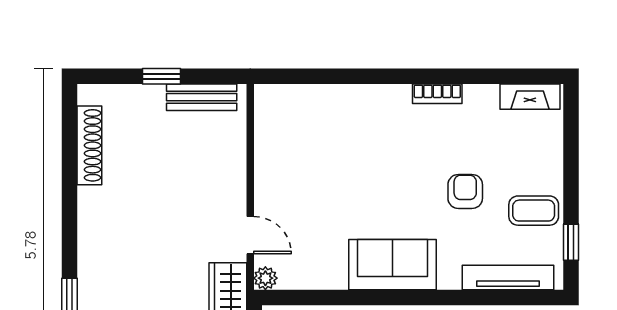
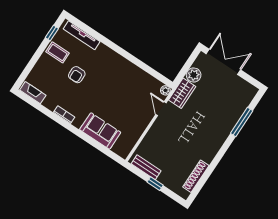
sofa: (393, 265) -> (100, 131), moved, turned 180

